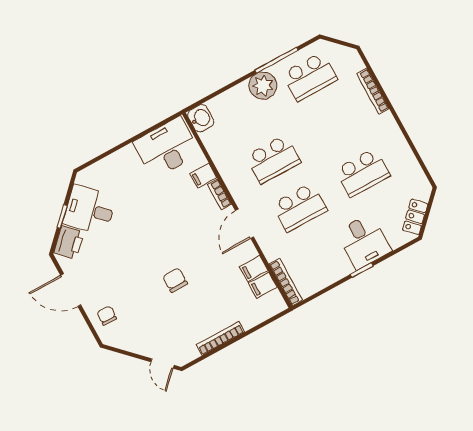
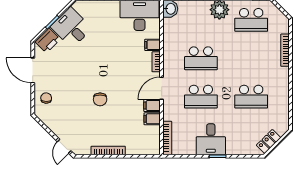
desk: (364, 241) -> (211, 139), moved
chair: (175, 280) -> (100, 99), turned 180
filing cabinet: (263, 285) -> (152, 106), moved

